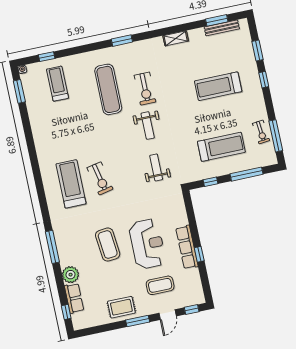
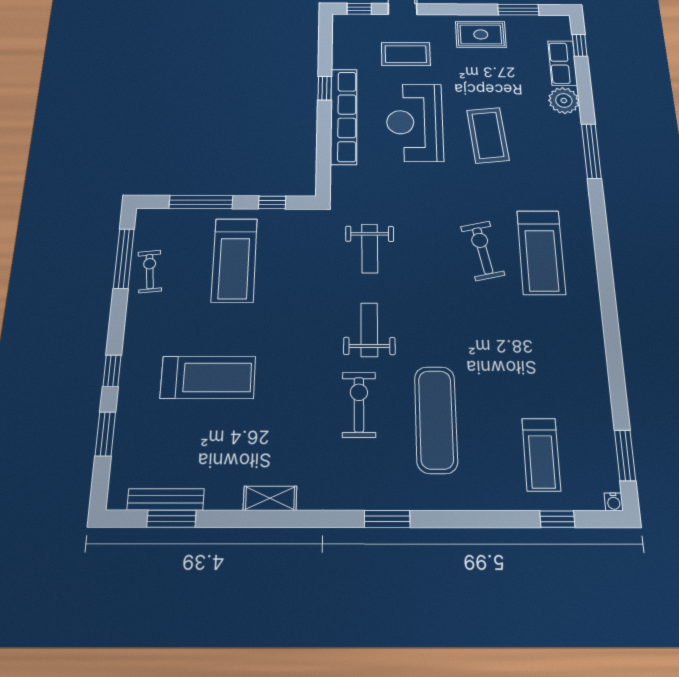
treadmill: (221, 147) -> (234, 260), turned -90
row of seats: (187, 247) -> (344, 116), width x1.36
window: (138, 321) -> (518, 10), moved

